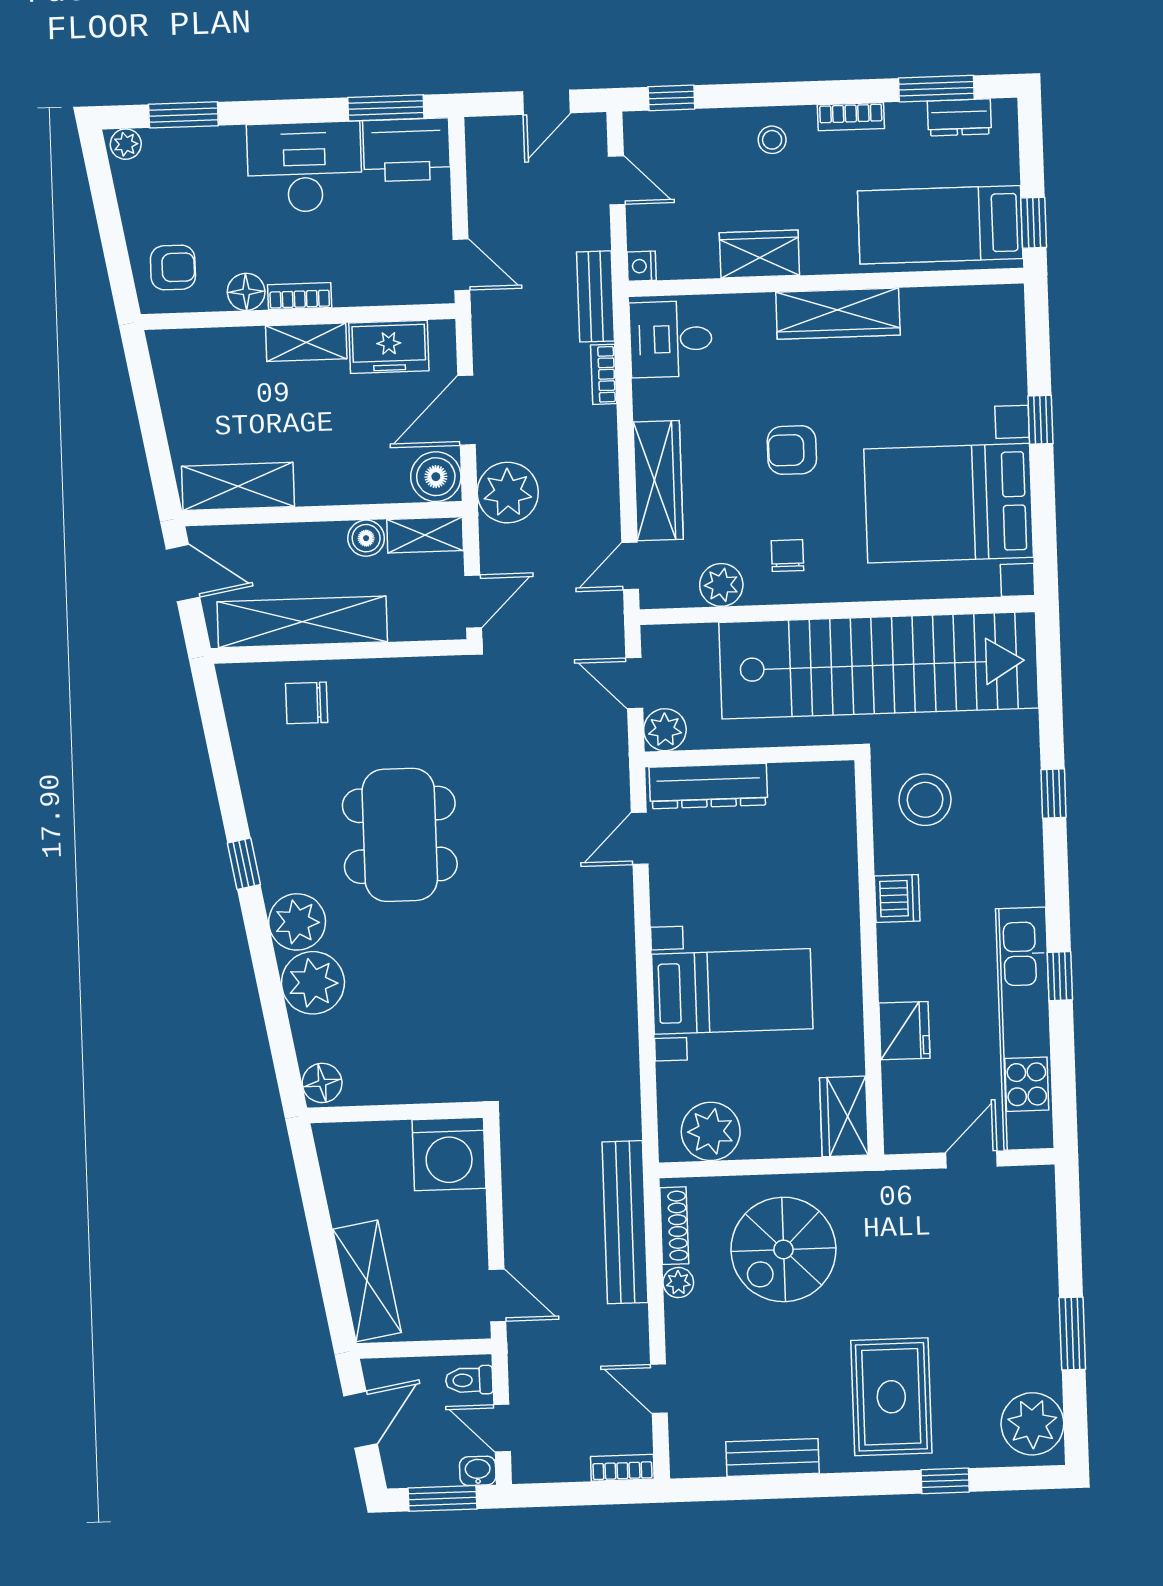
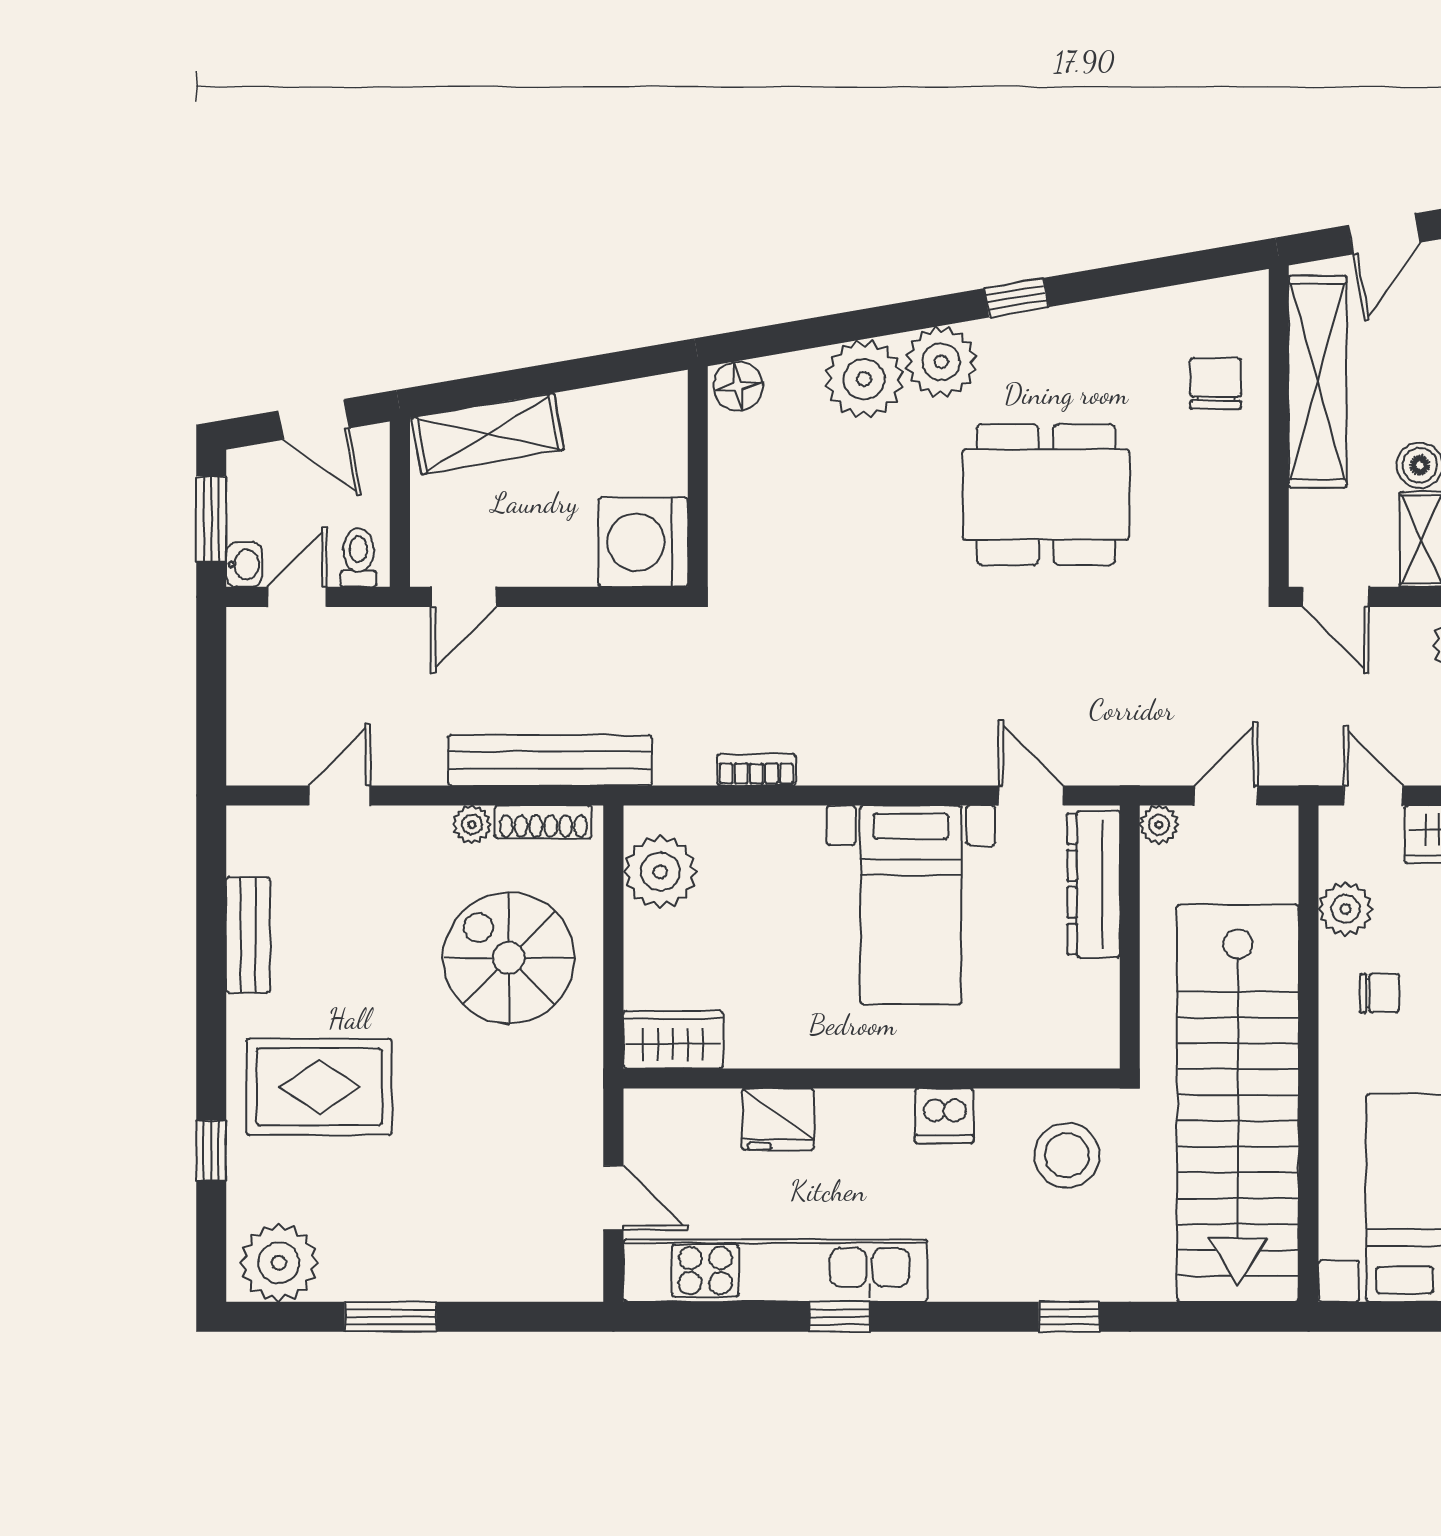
plant: (665, 730) -> (1159, 825), width x0.73, depth x0.73
bed with nightstands: (732, 991) -> (911, 905), moved
bookcase: (622, 1468) -> (756, 770), moved, turned -90

